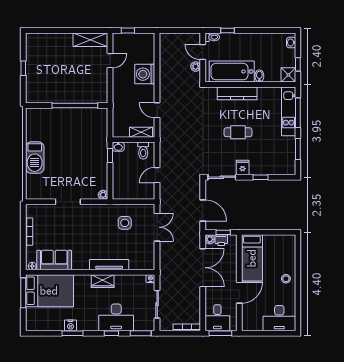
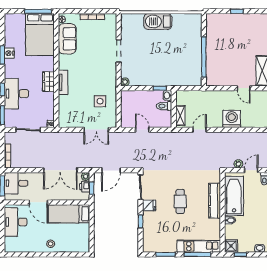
toilet: (143, 151) -> (164, 106), moved
tv unit: (109, 265) -> (63, 82), width x0.71
desk: (279, 318) -> (16, 222), moved

